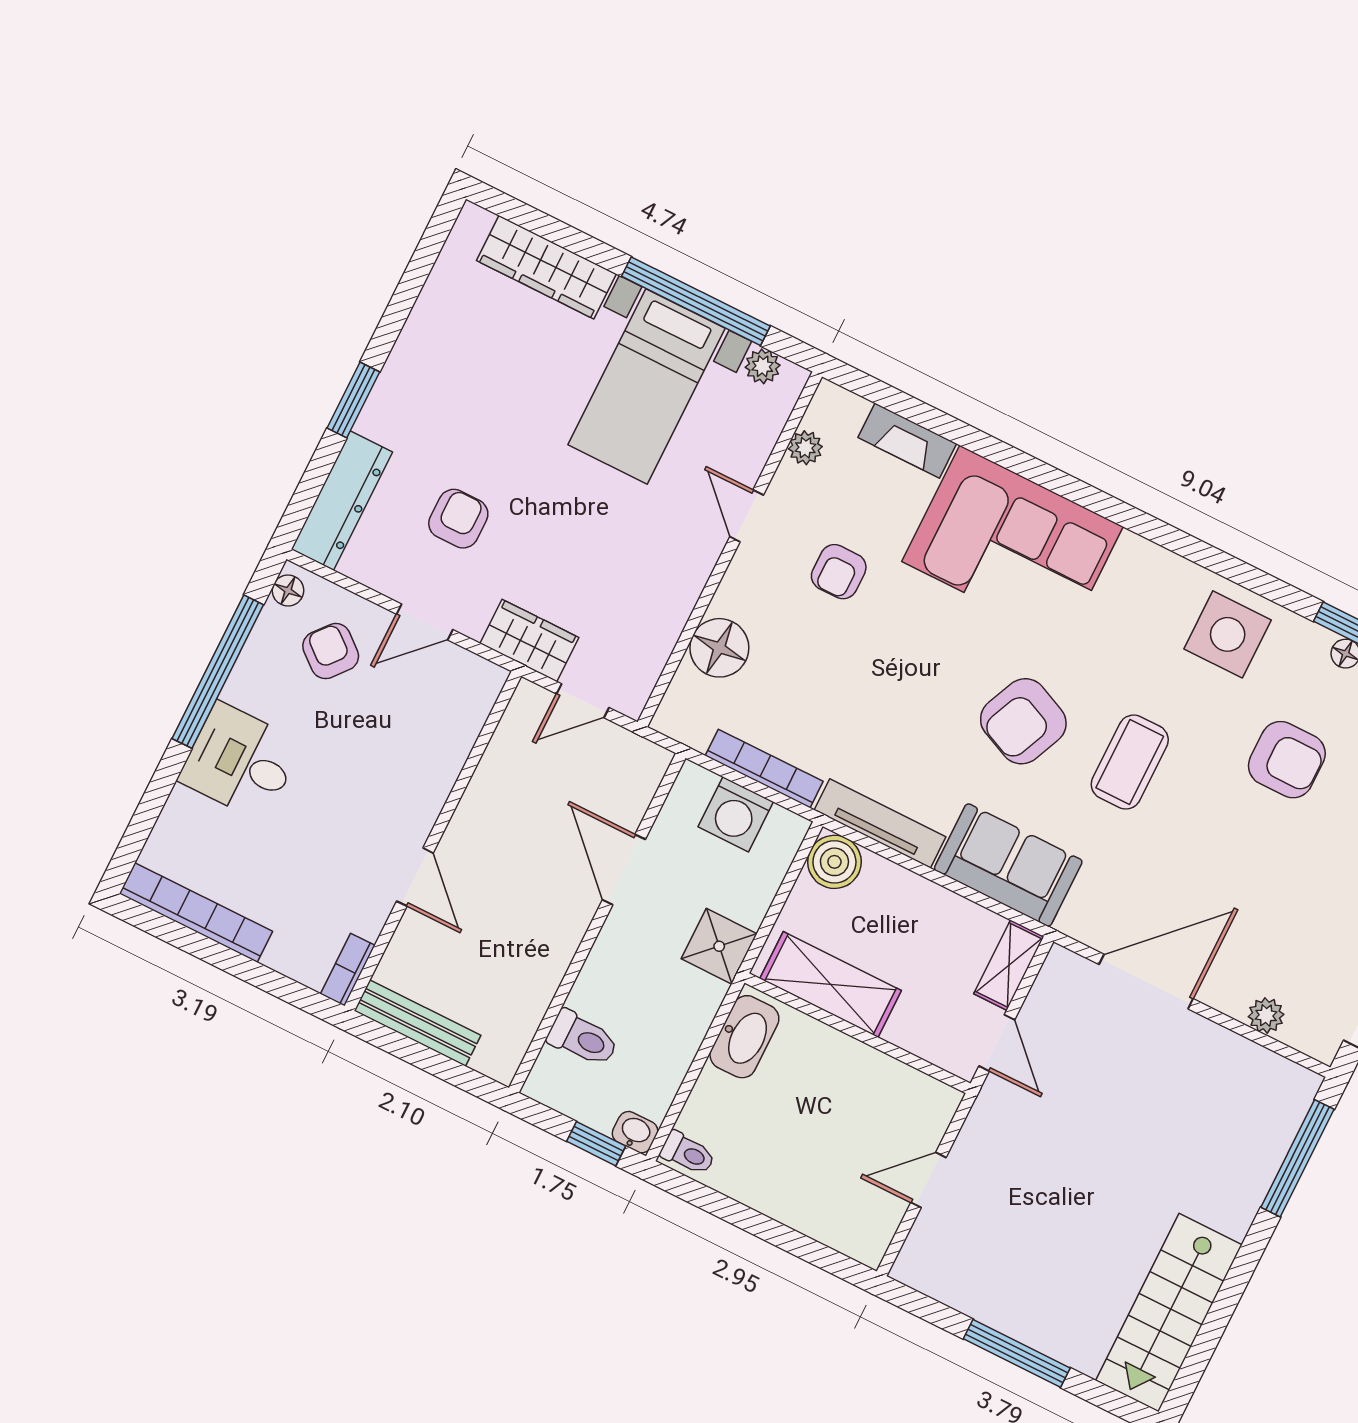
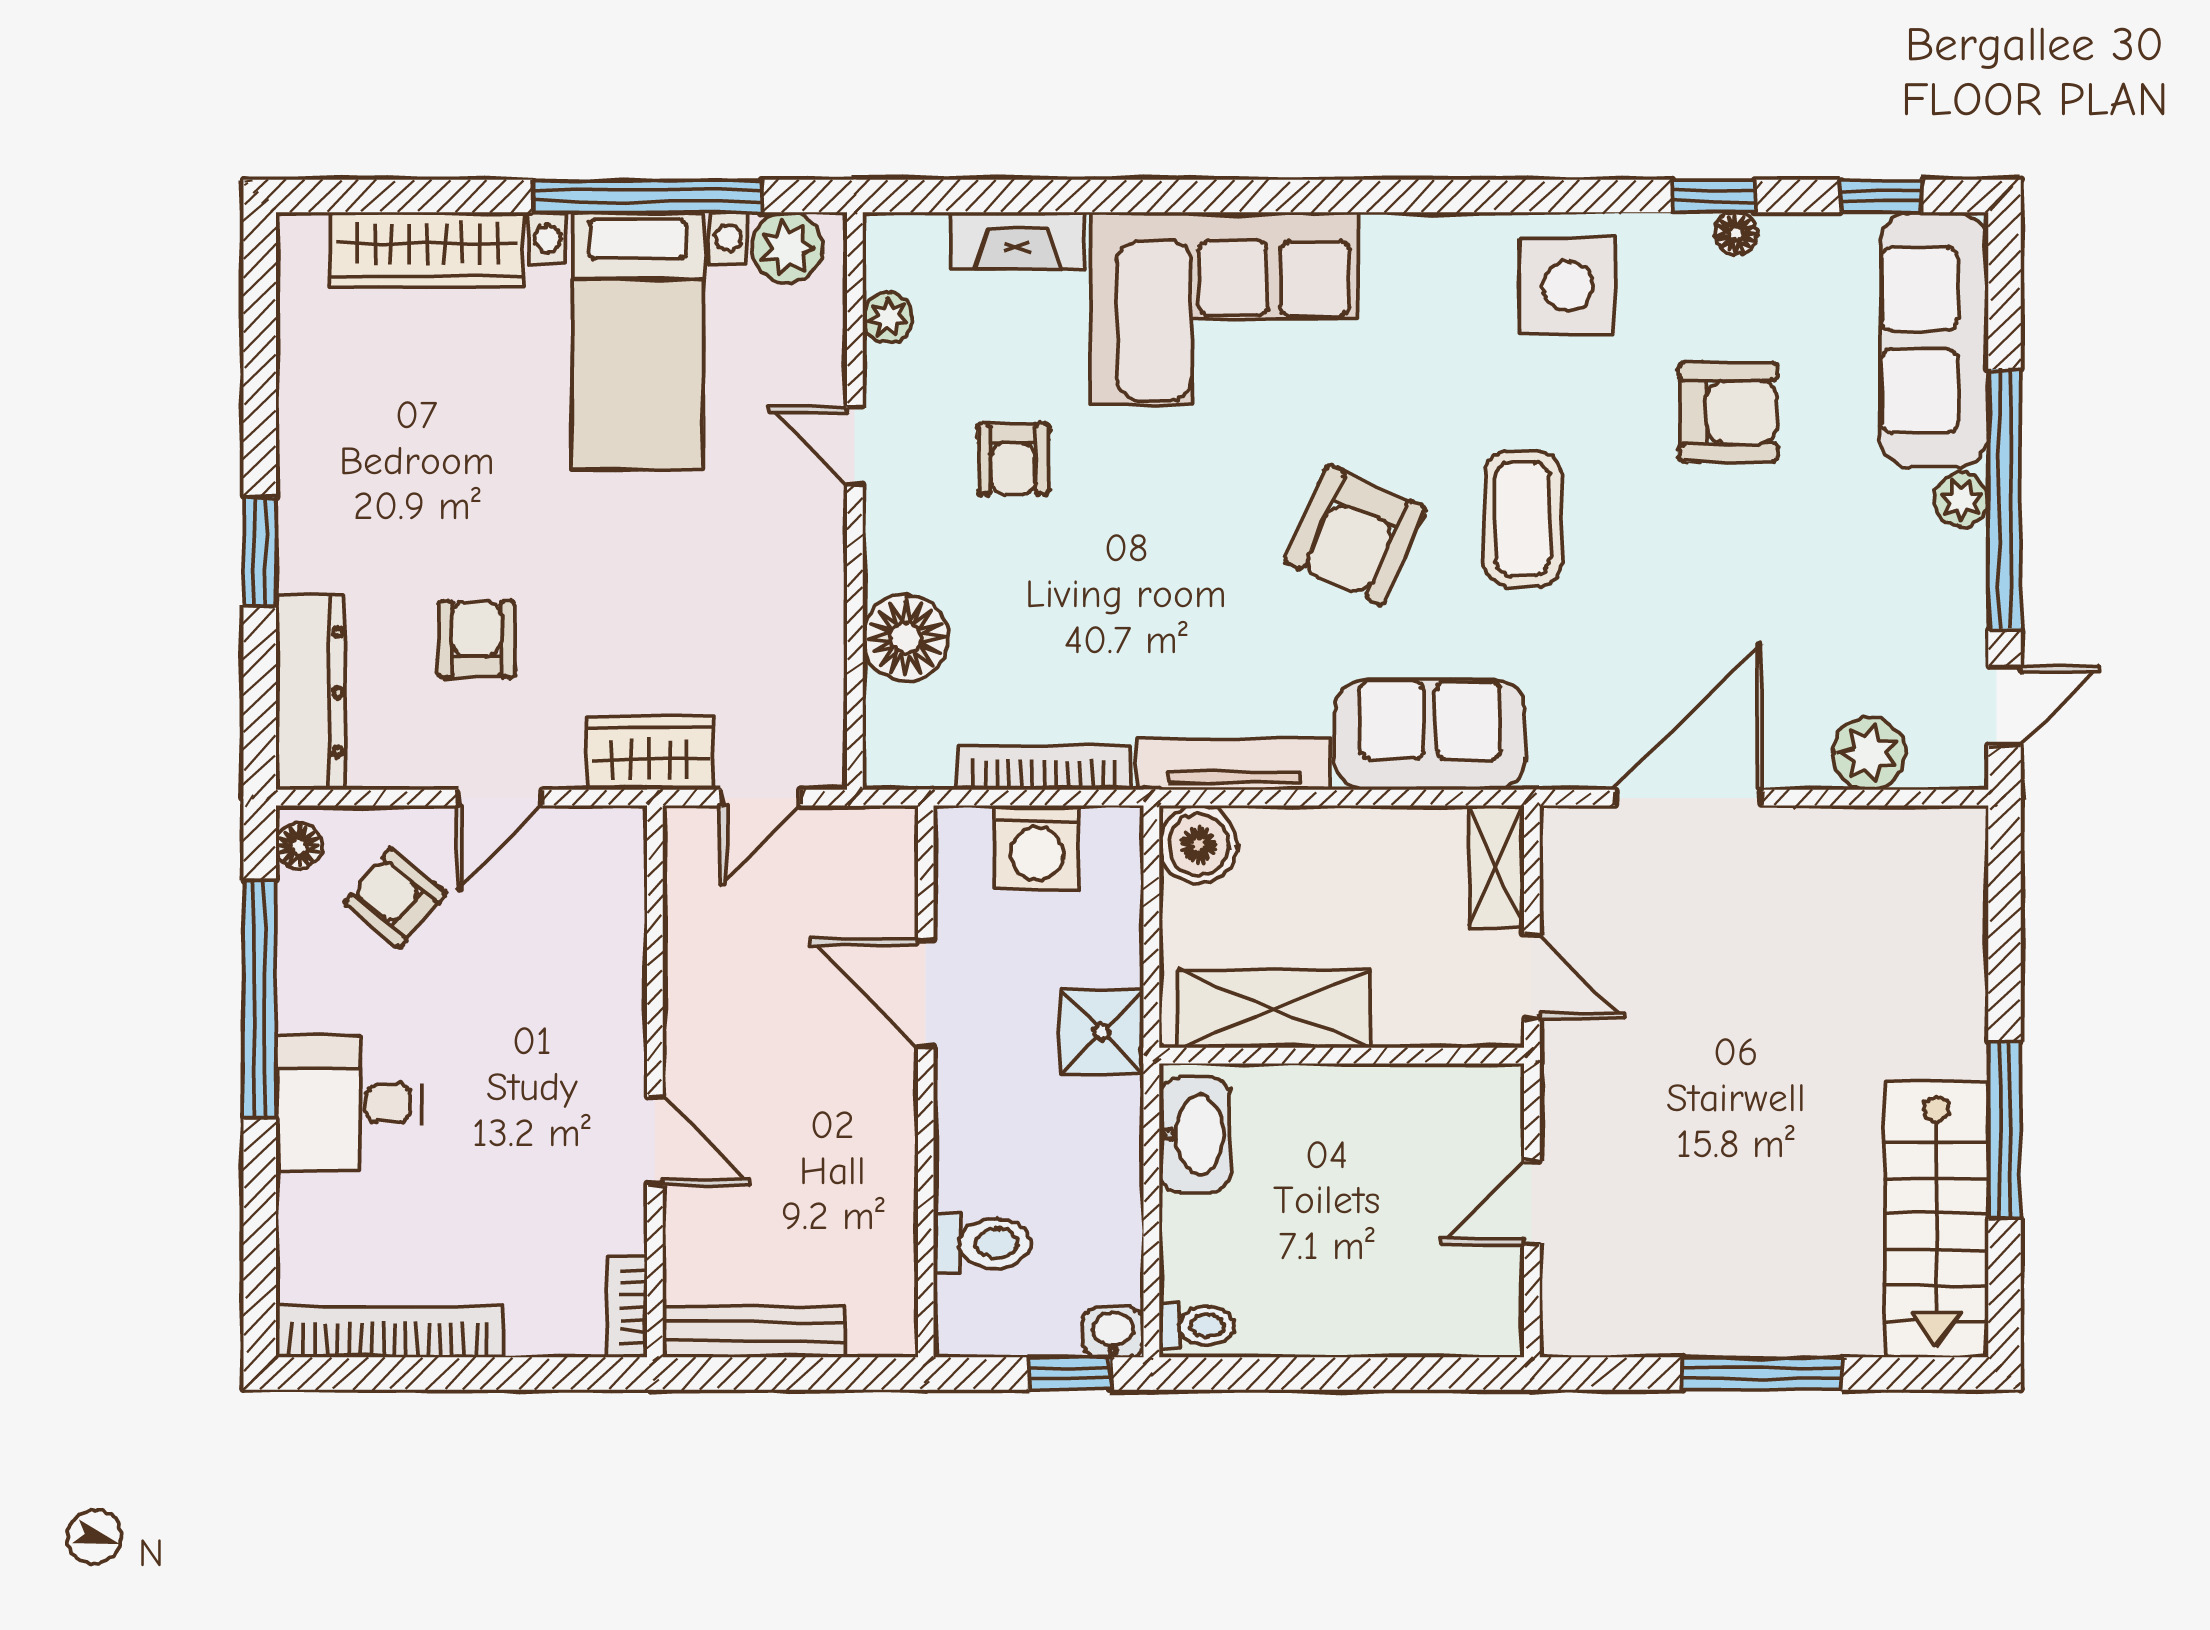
plant: (763, 366) -> (787, 248), width x1.38, depth x1.38
plant: (1266, 1015) -> (1869, 754), width x1.38, depth x1.38
window: (1297, 1158) -> (2005, 1130), moved

